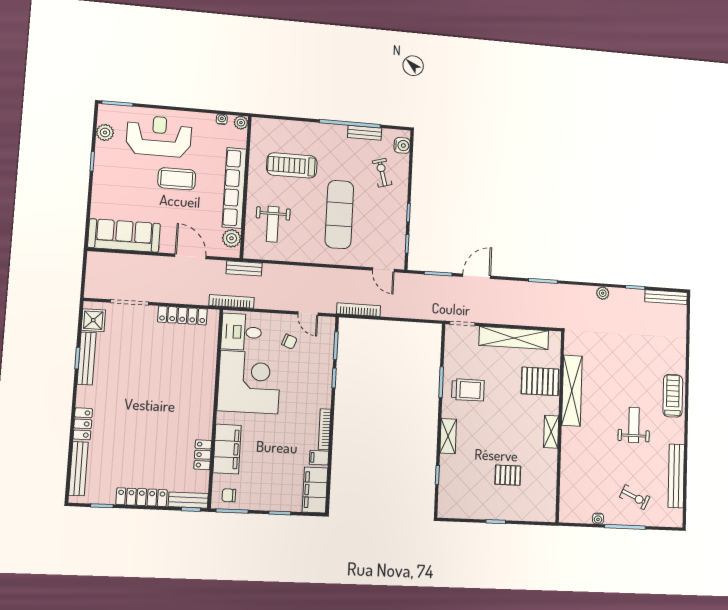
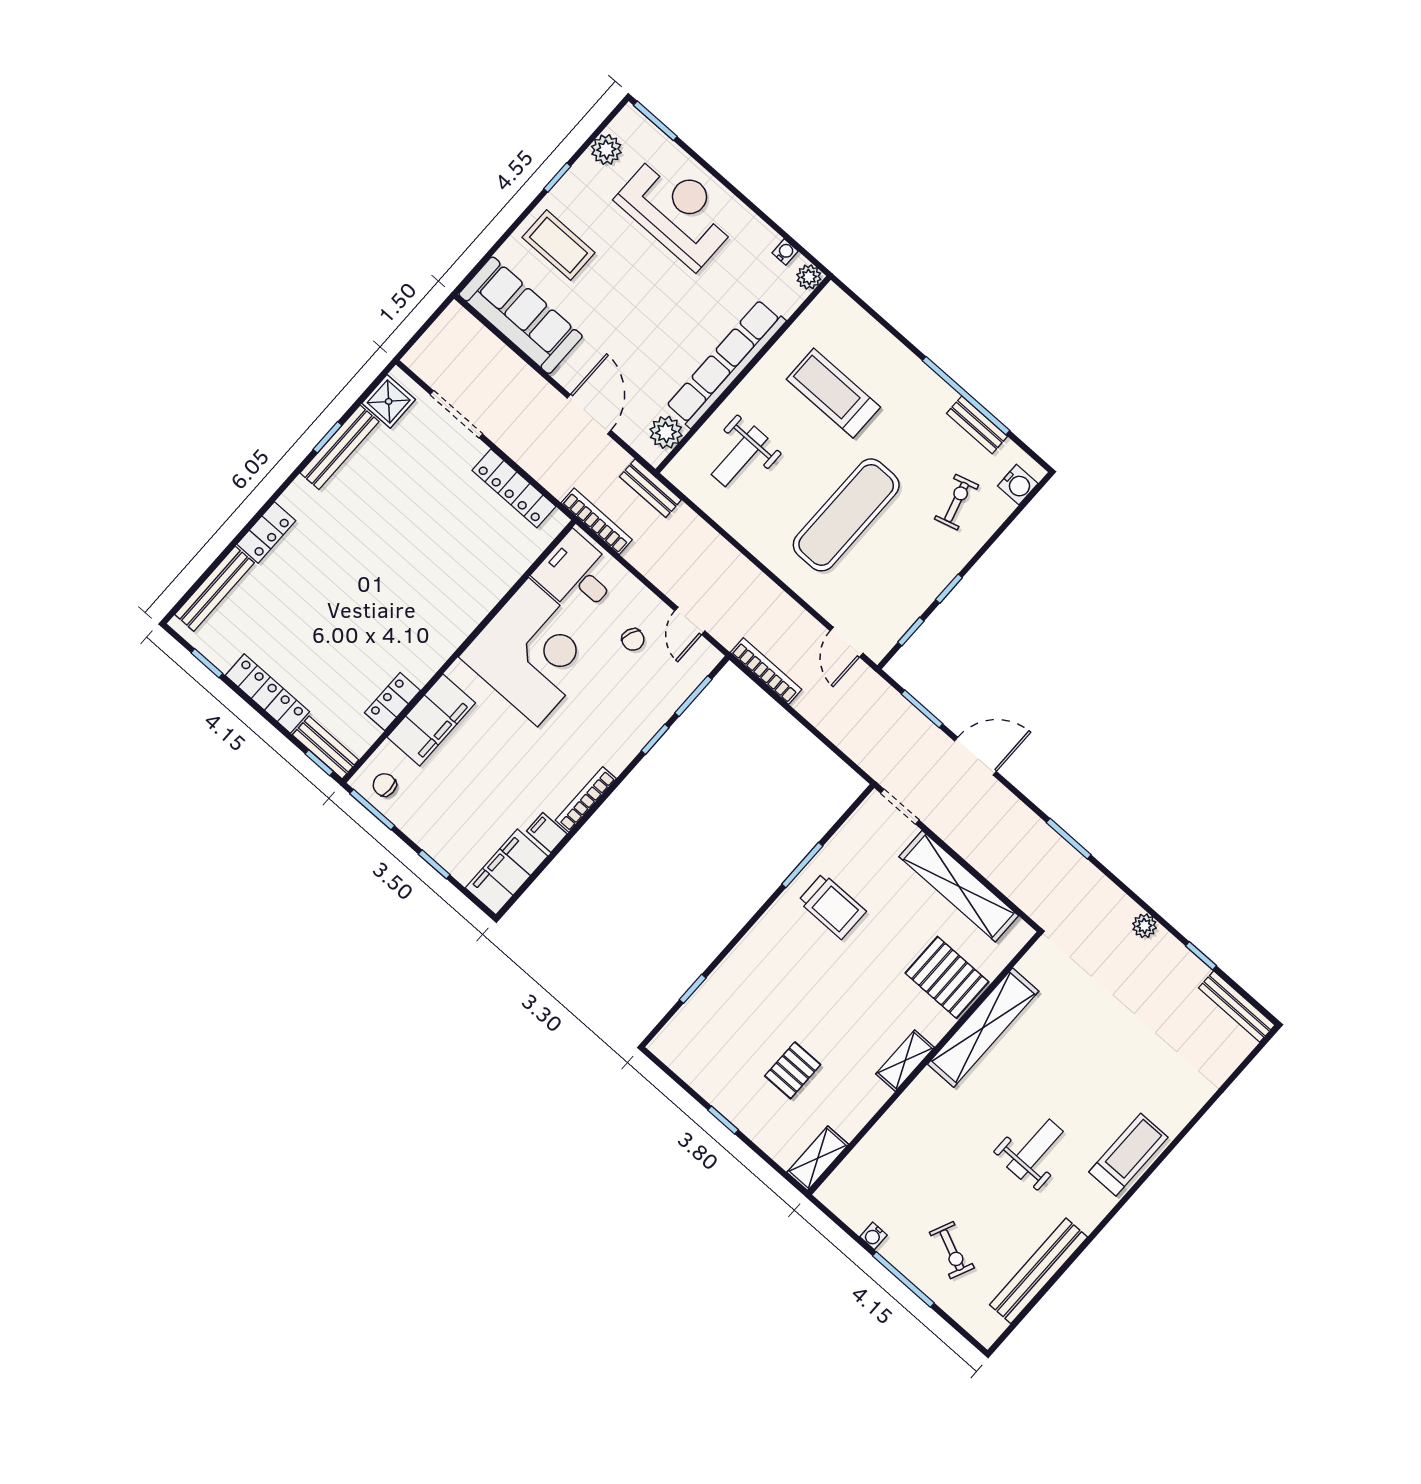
coffee table: (177, 179) -> (559, 245), moved
shelving: (448, 436) -> (818, 1158), moved
pallet: (508, 475) -> (793, 1070), turned 90

